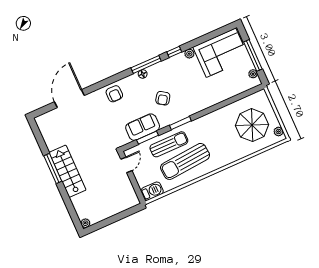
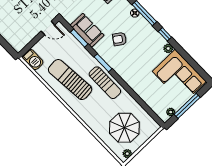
sun lounger: (169, 144) -> (105, 83), moved

